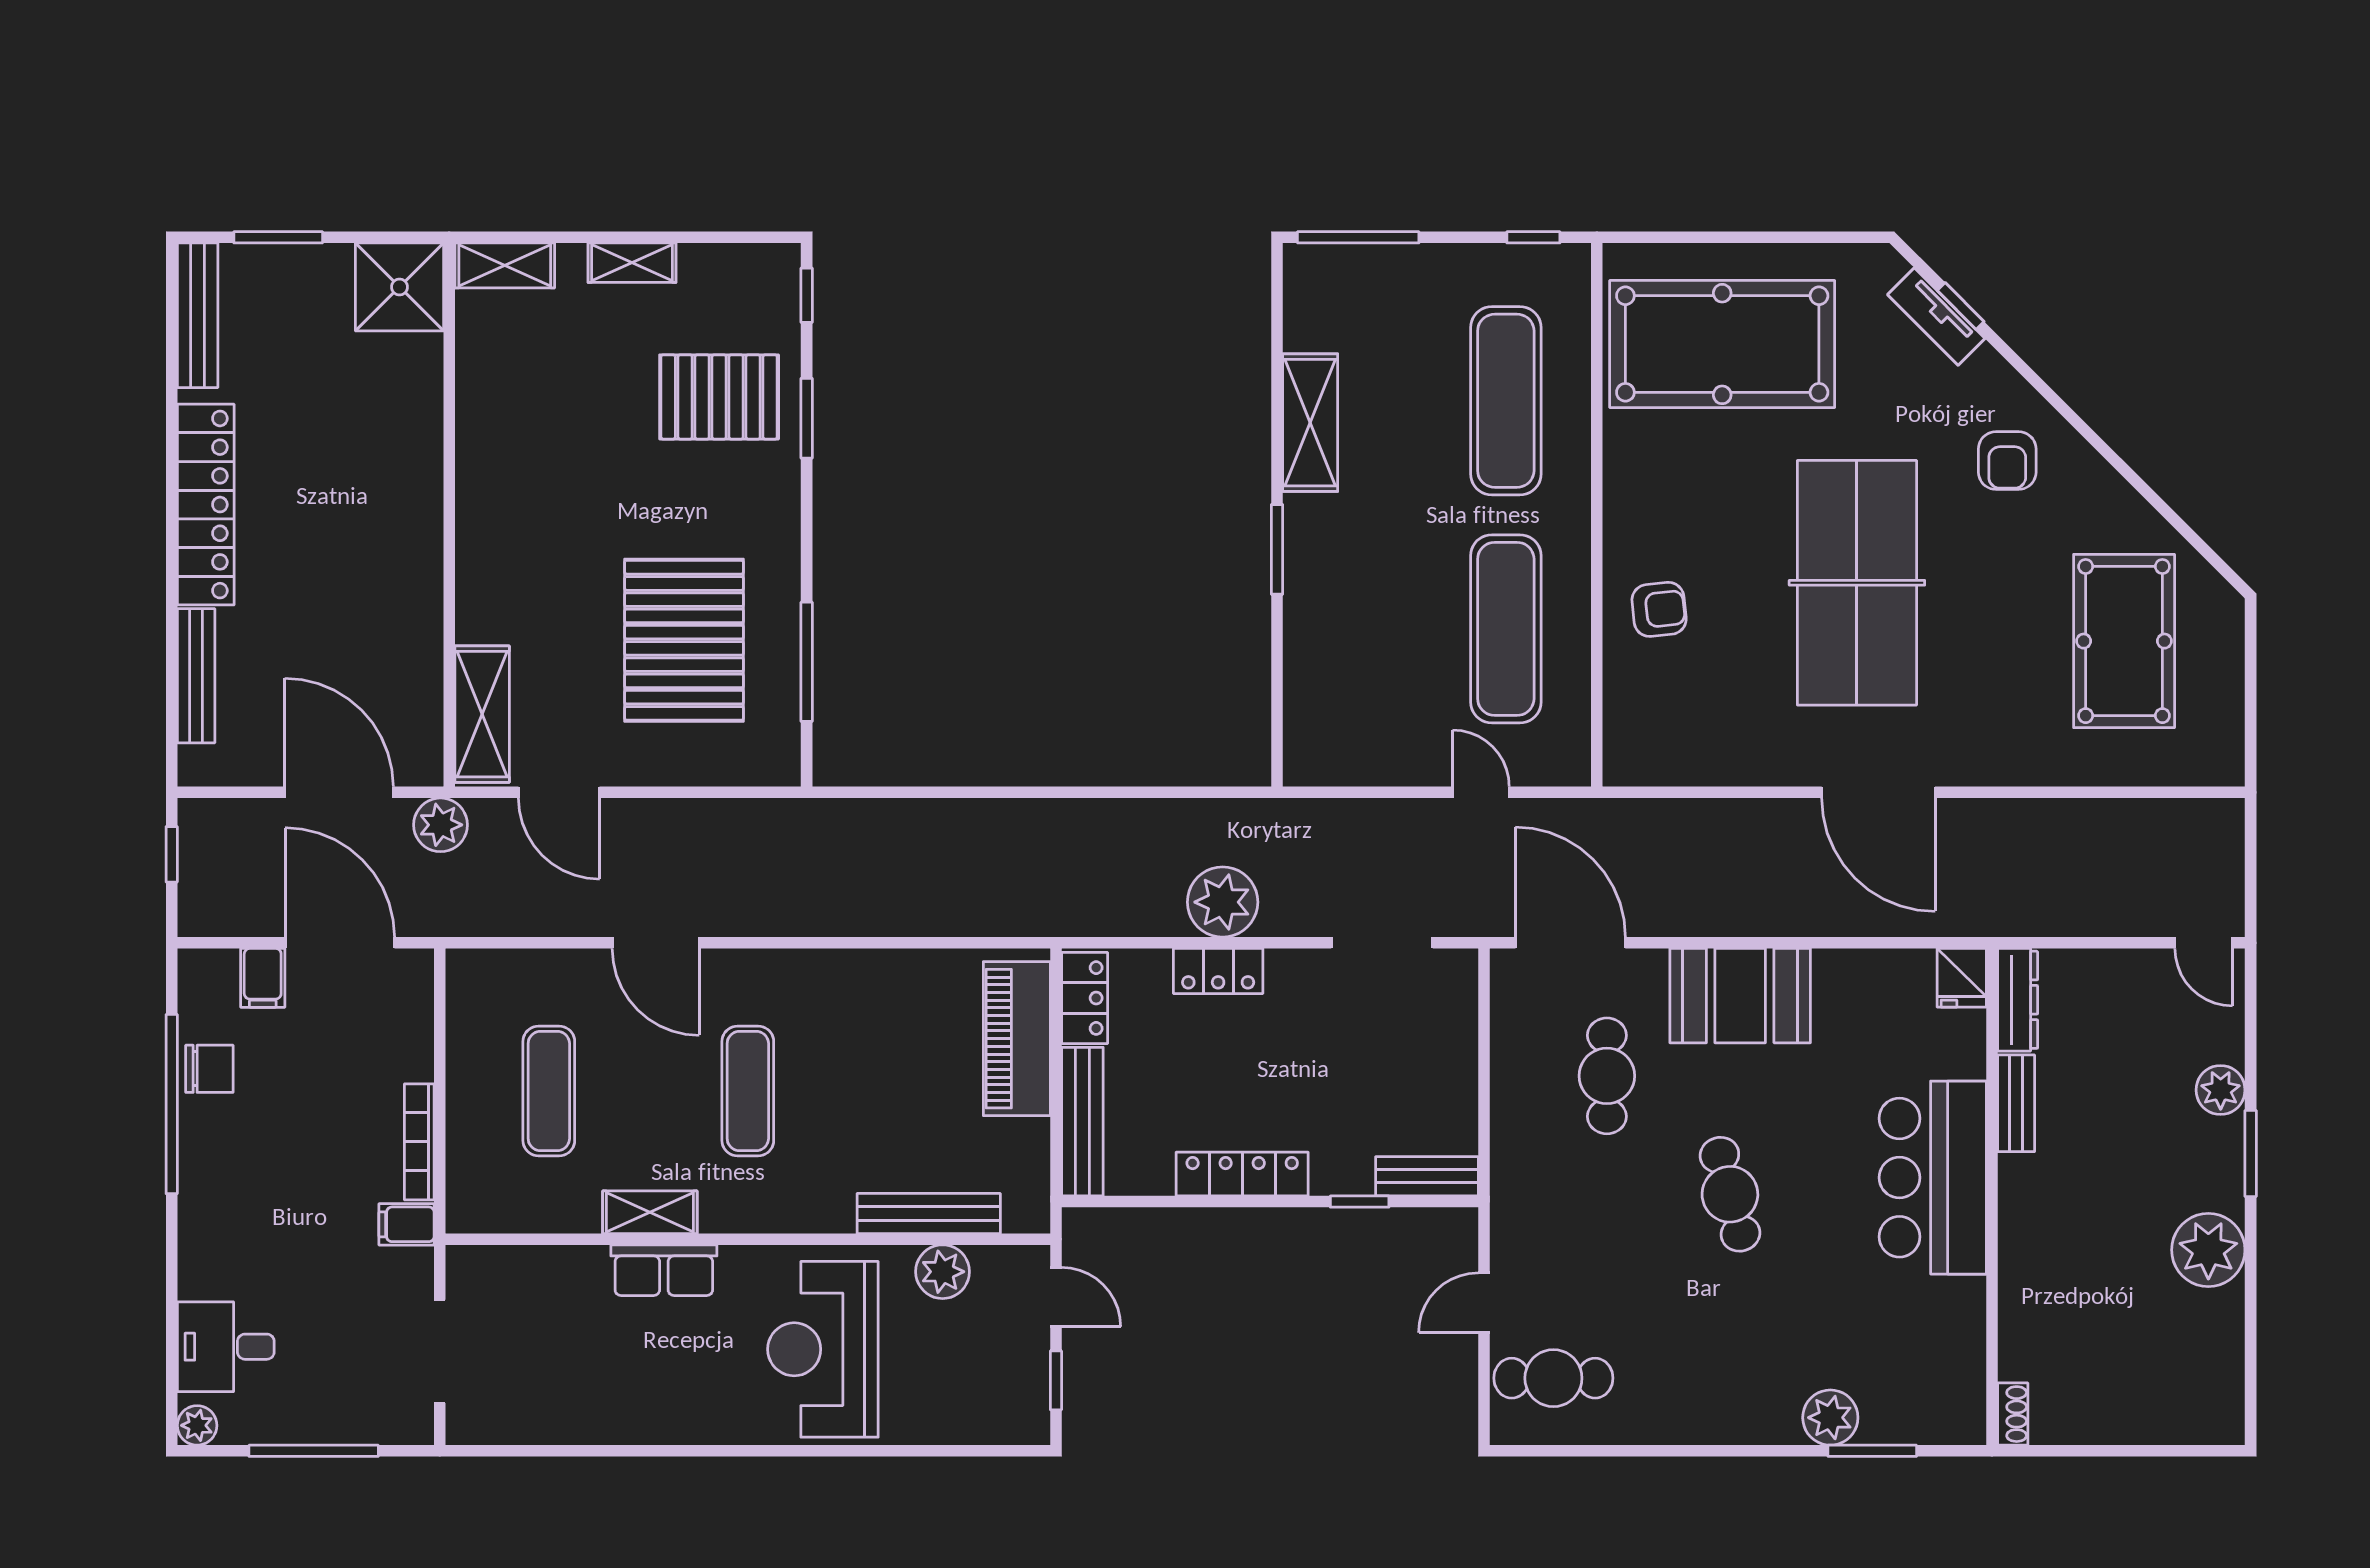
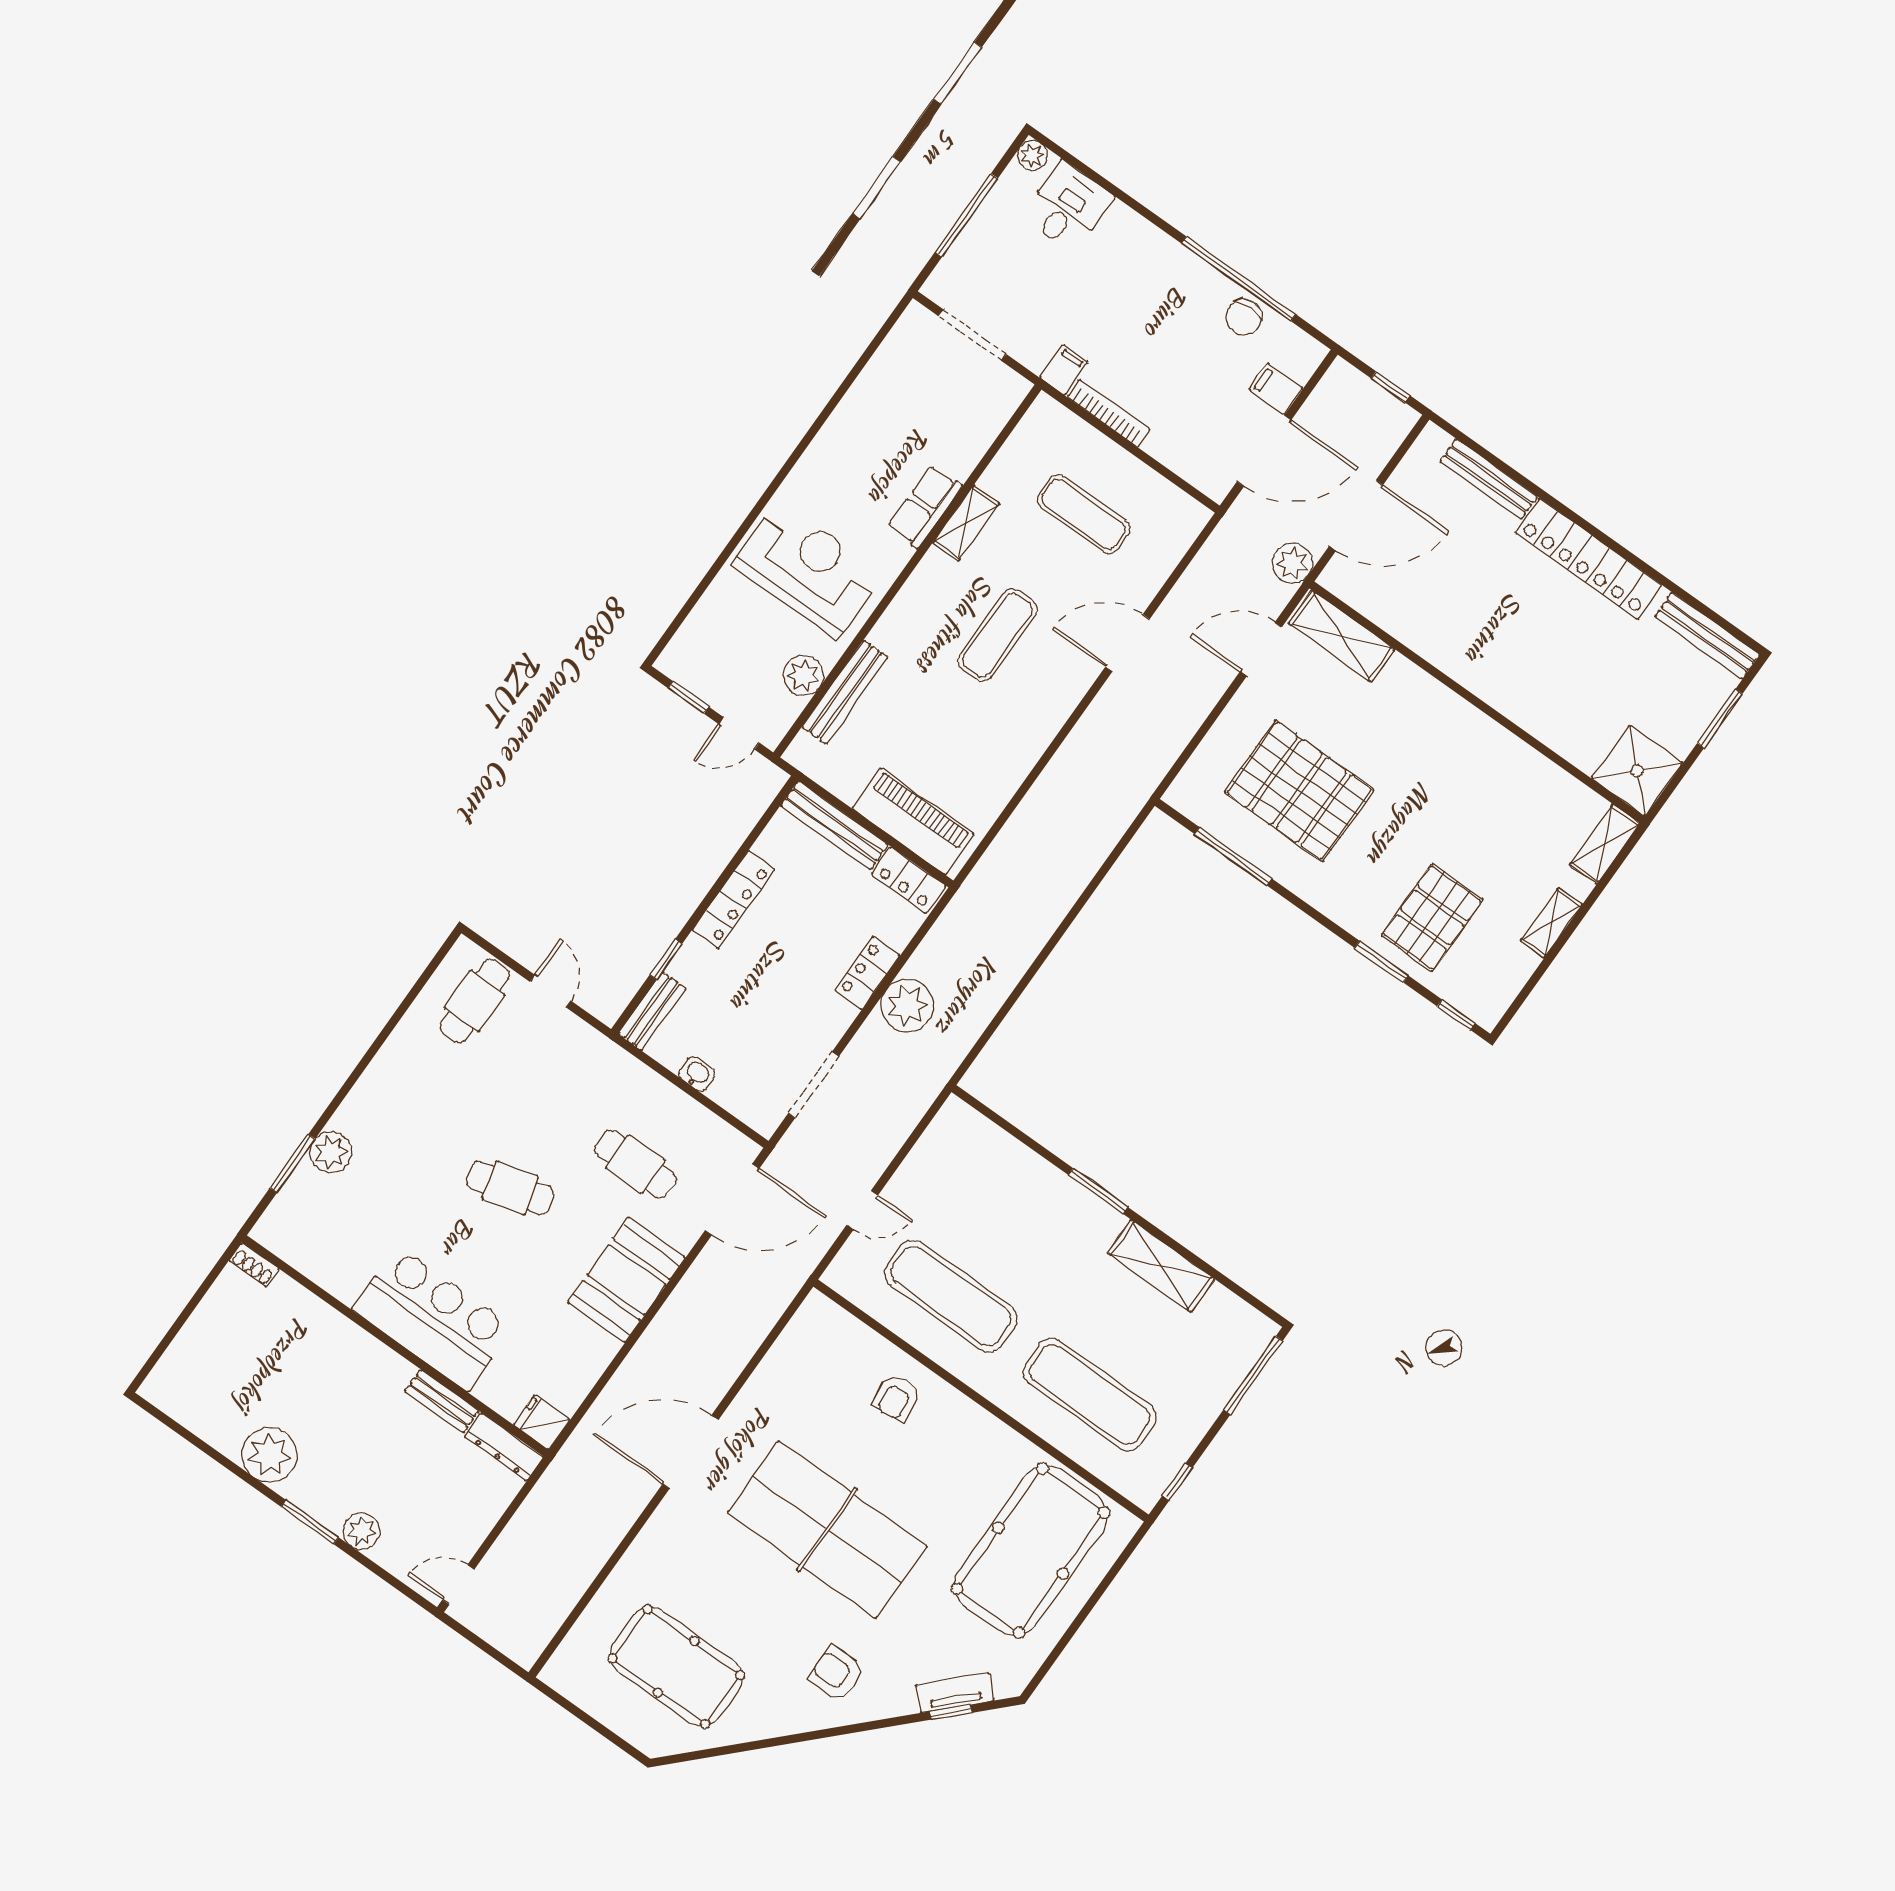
washbasin: (1461, 1079) -> (697, 1074), added
exercise mat: (748, 1091) -> (998, 635), turned 90

